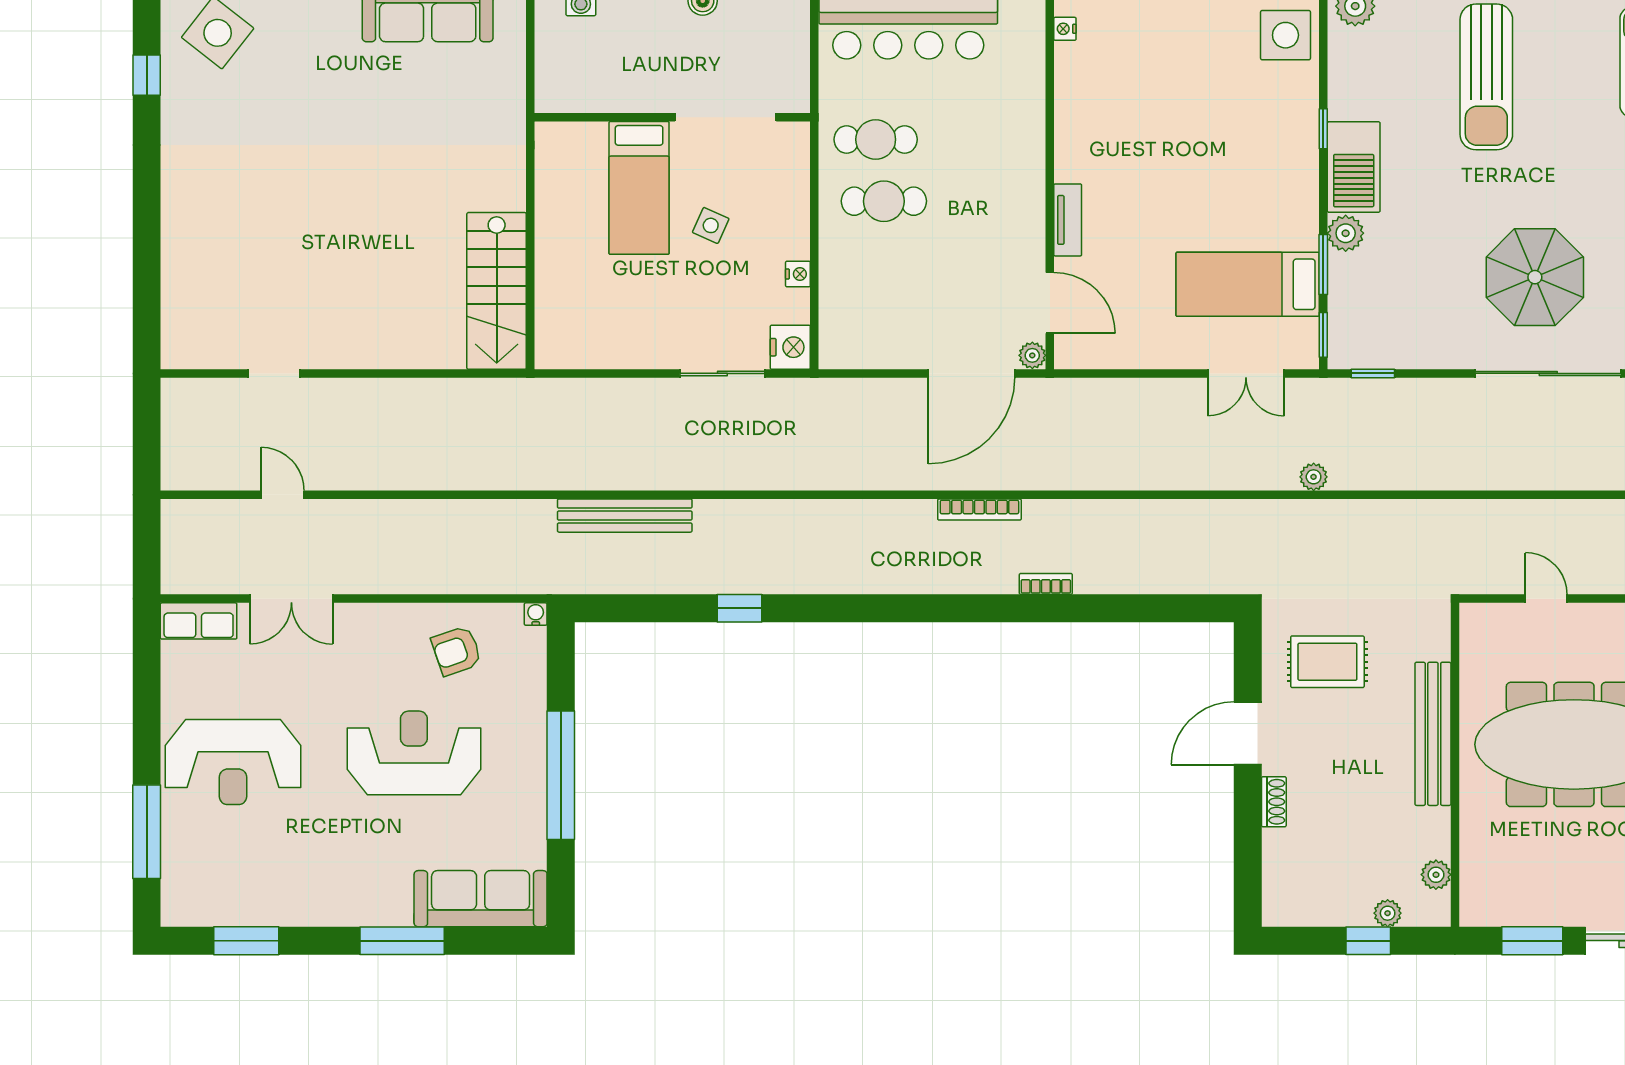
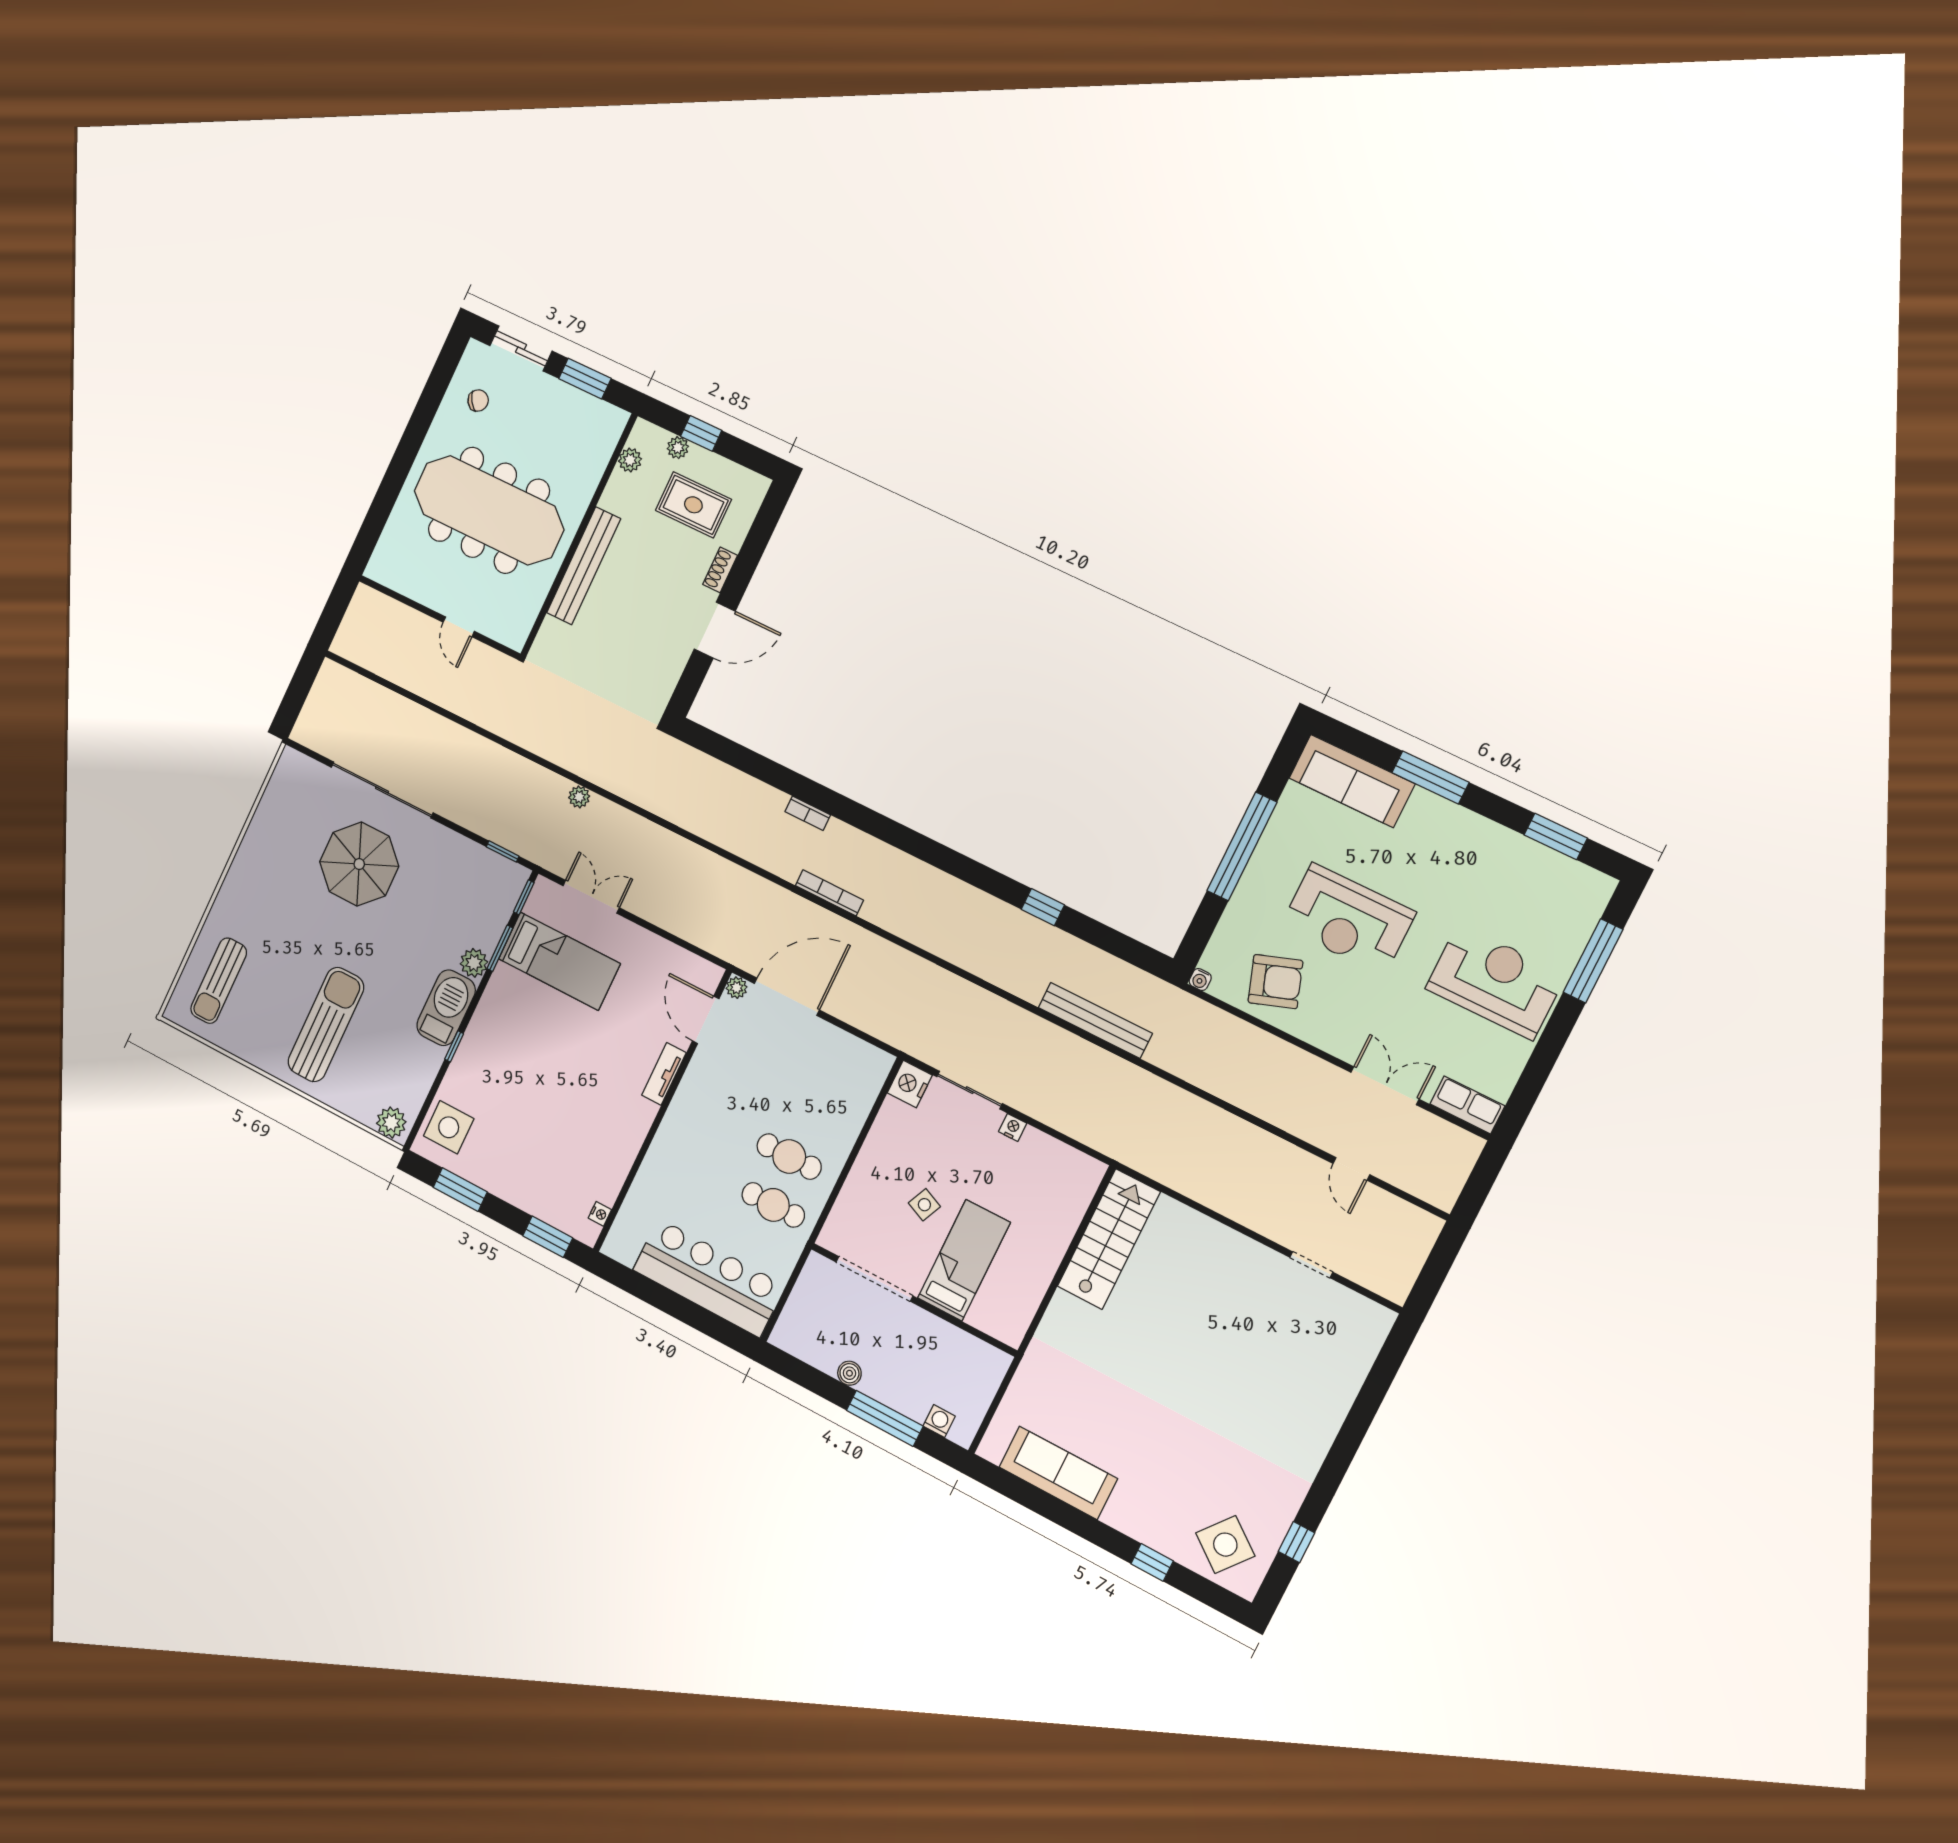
nightstand: (798, 274) -> (1013, 1127), moved, turned 90
armchair: (456, 651) -> (1275, 982), width x1.38, depth x1.38
rug: (1327, 662) -> (693, 505), moved

